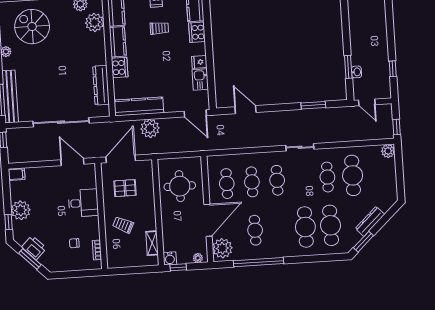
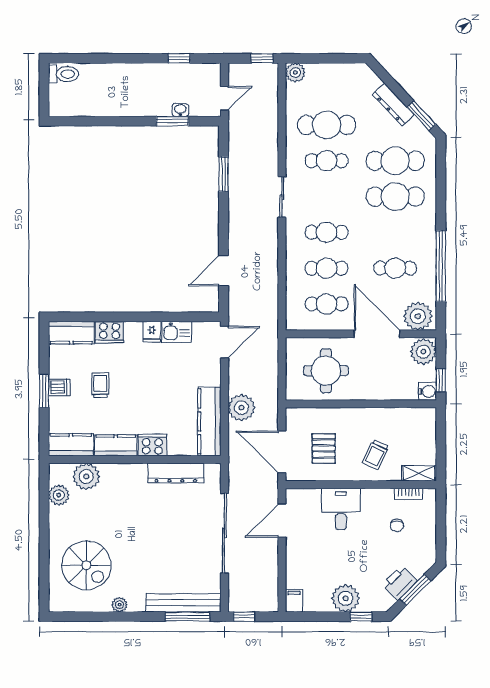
spiral stairs: (32, 27) -> (86, 565), turned -90
shelving: (152, 243) -> (419, 473), moved
plant: (198, 258) -> (423, 352), width x1.87, depth x1.87

